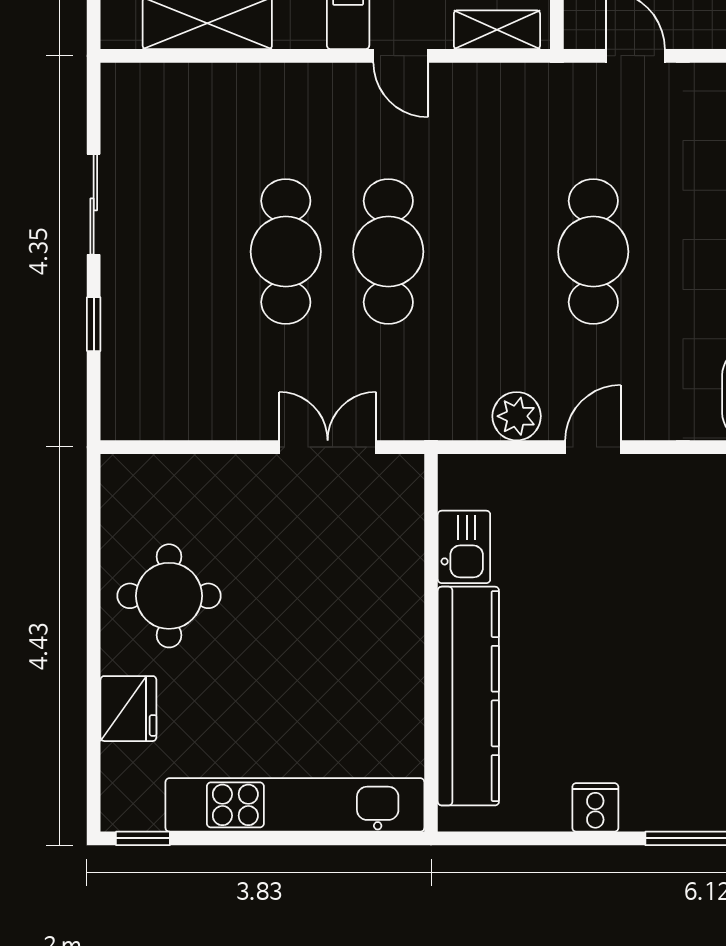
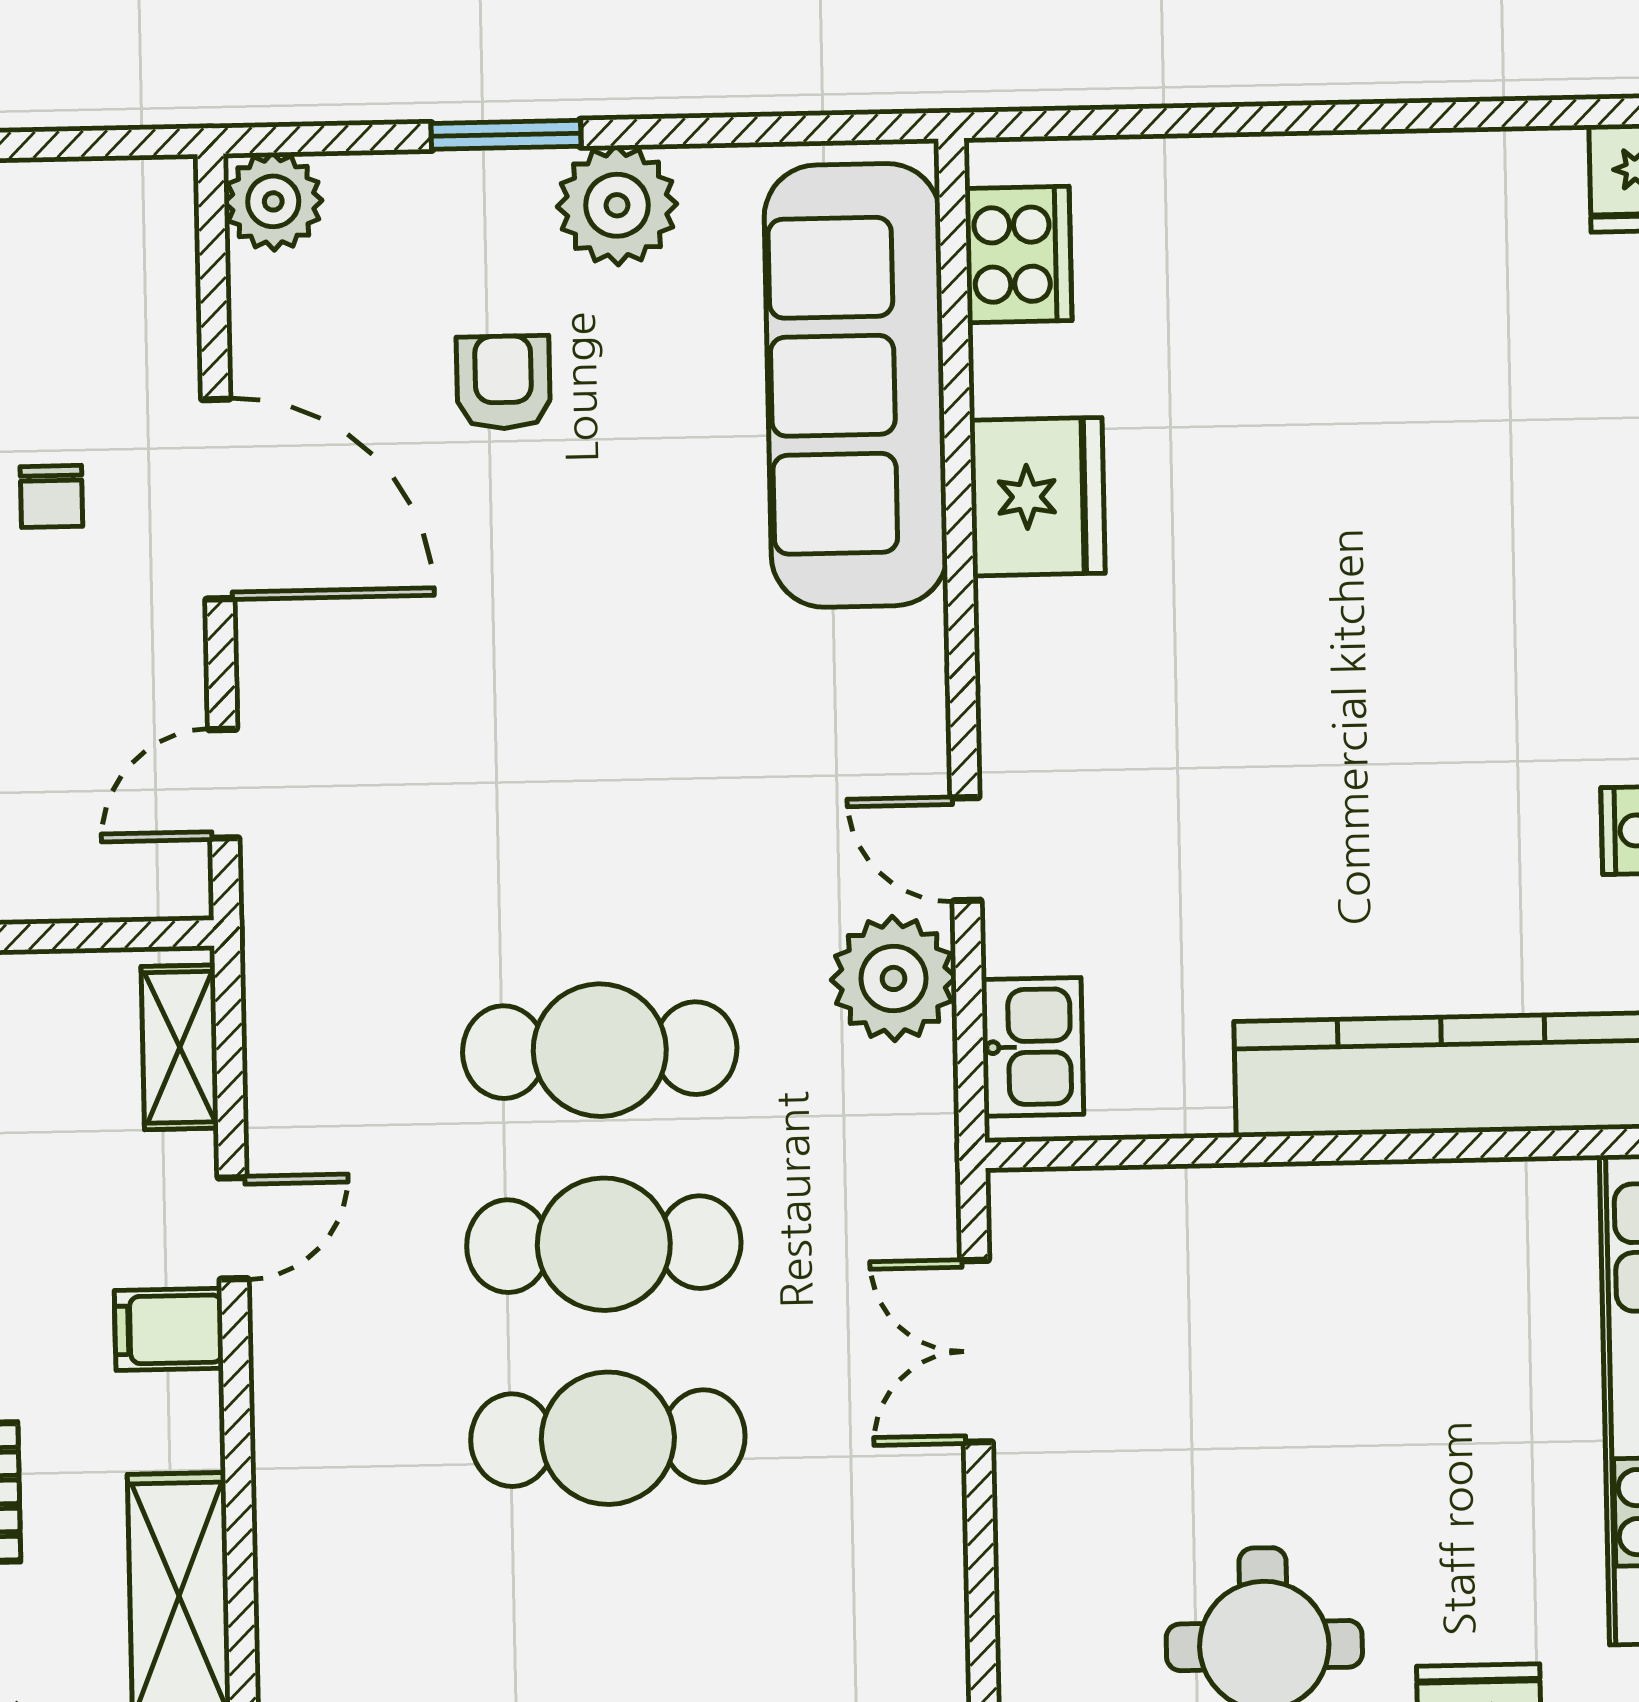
cafe table: (593, 252) -> (600, 1050), moved
plant: (517, 416) -> (894, 978), width x1.36, depth x1.36
kitchen sink: (464, 547) -> (1033, 1047), moved, turned 90

